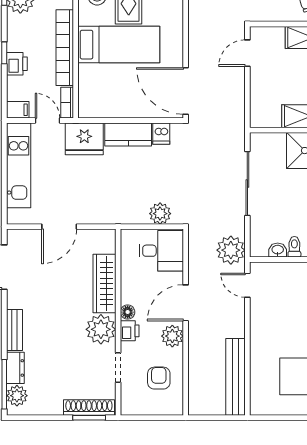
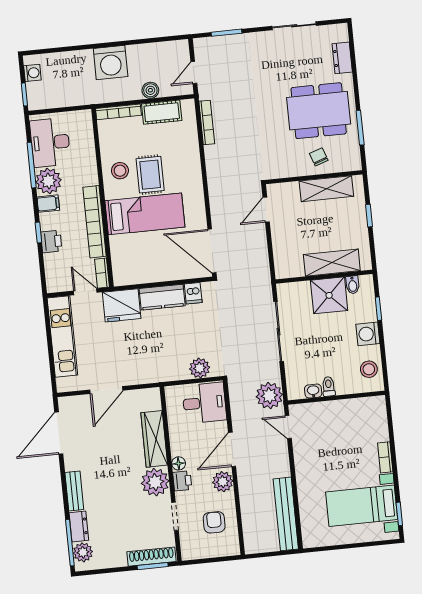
filing cabinet: (18, 110) -> (48, 204), moved

